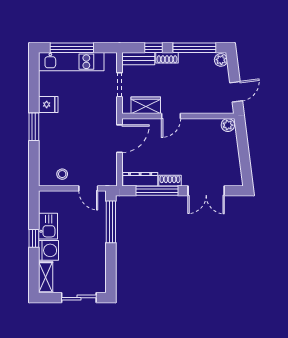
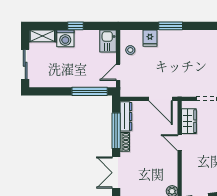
fridge: (48, 104) -> (150, 38), moved
kitchen sink: (48, 226) -> (108, 41), moved, turned 90

